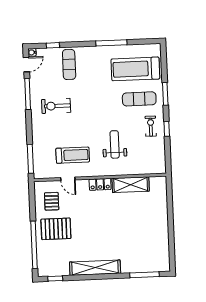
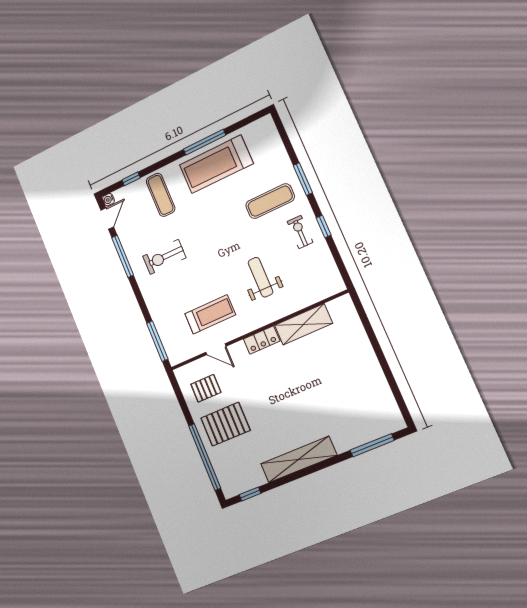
treadmill: (135, 69) -> (216, 164), moved
pallet: (52, 201) -> (206, 388), turned 90

